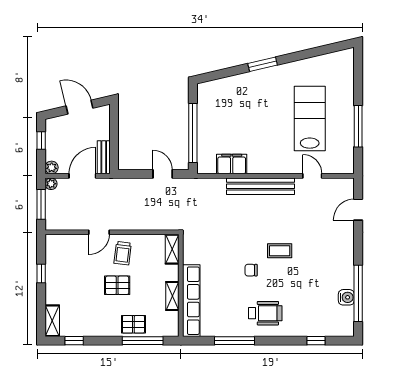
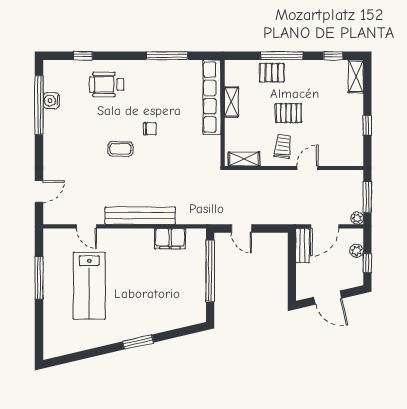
plant: (52, 167) -> (357, 251), moved
shelving: (172, 249) -> (244, 159), moved, turned 90
wheelchair: (265, 313) -> (107, 85), moved
window: (143, 341) -> (282, 56), moved

